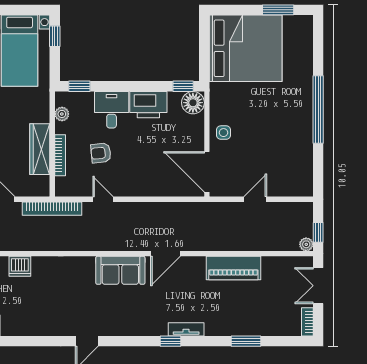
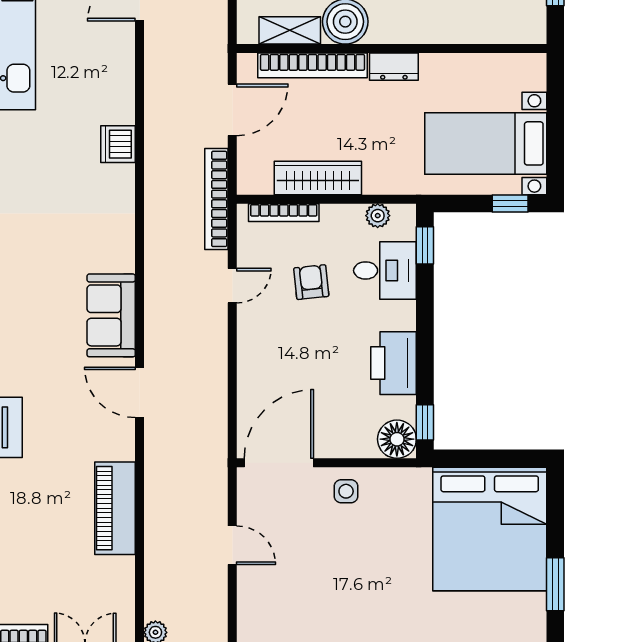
desk: (112, 110) -> (385, 270), moved
bookcase: (60, 155) -> (284, 213), moved

